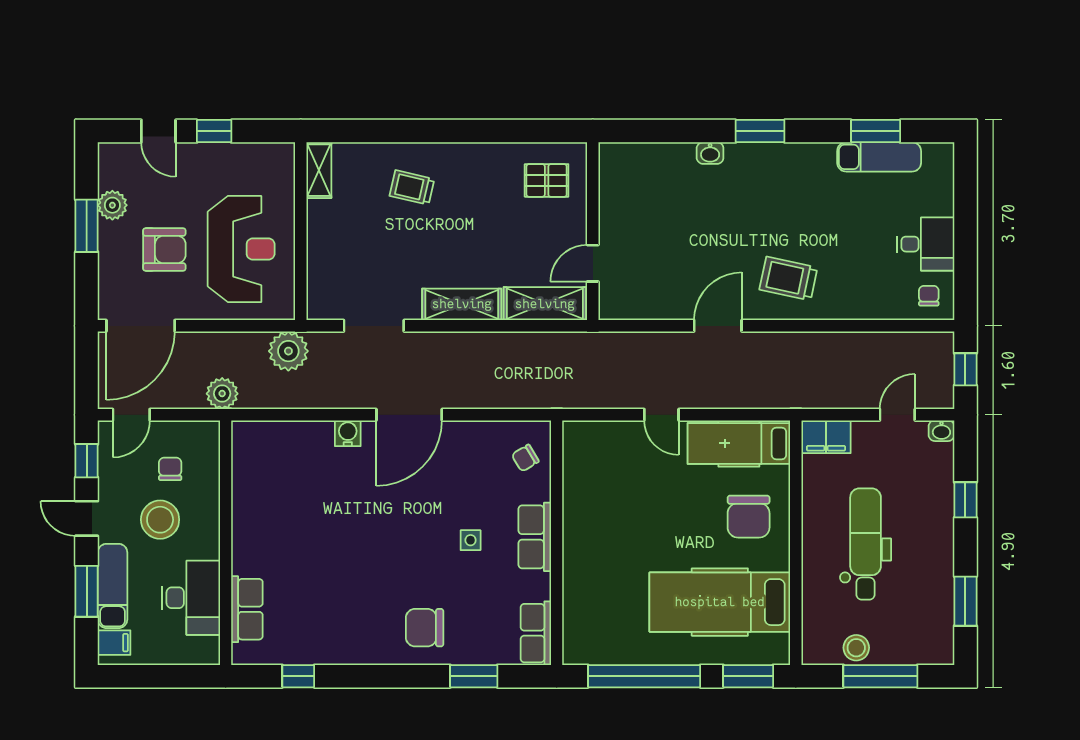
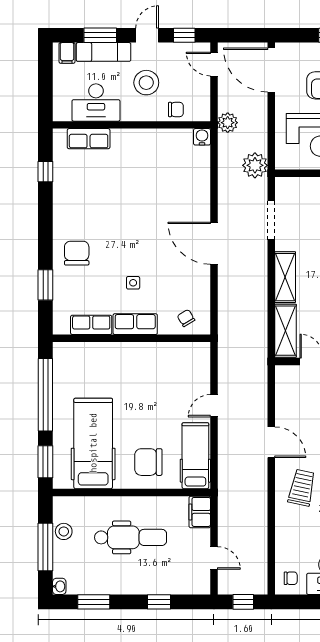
washbasin: (941, 431) -> (59, 586), moved, turned 180
water cooler: (348, 433) -> (202, 137), moved, turned -90
chair: (170, 469) -> (176, 110), moved
row of seats: (536, 633) -> (91, 325), moved

